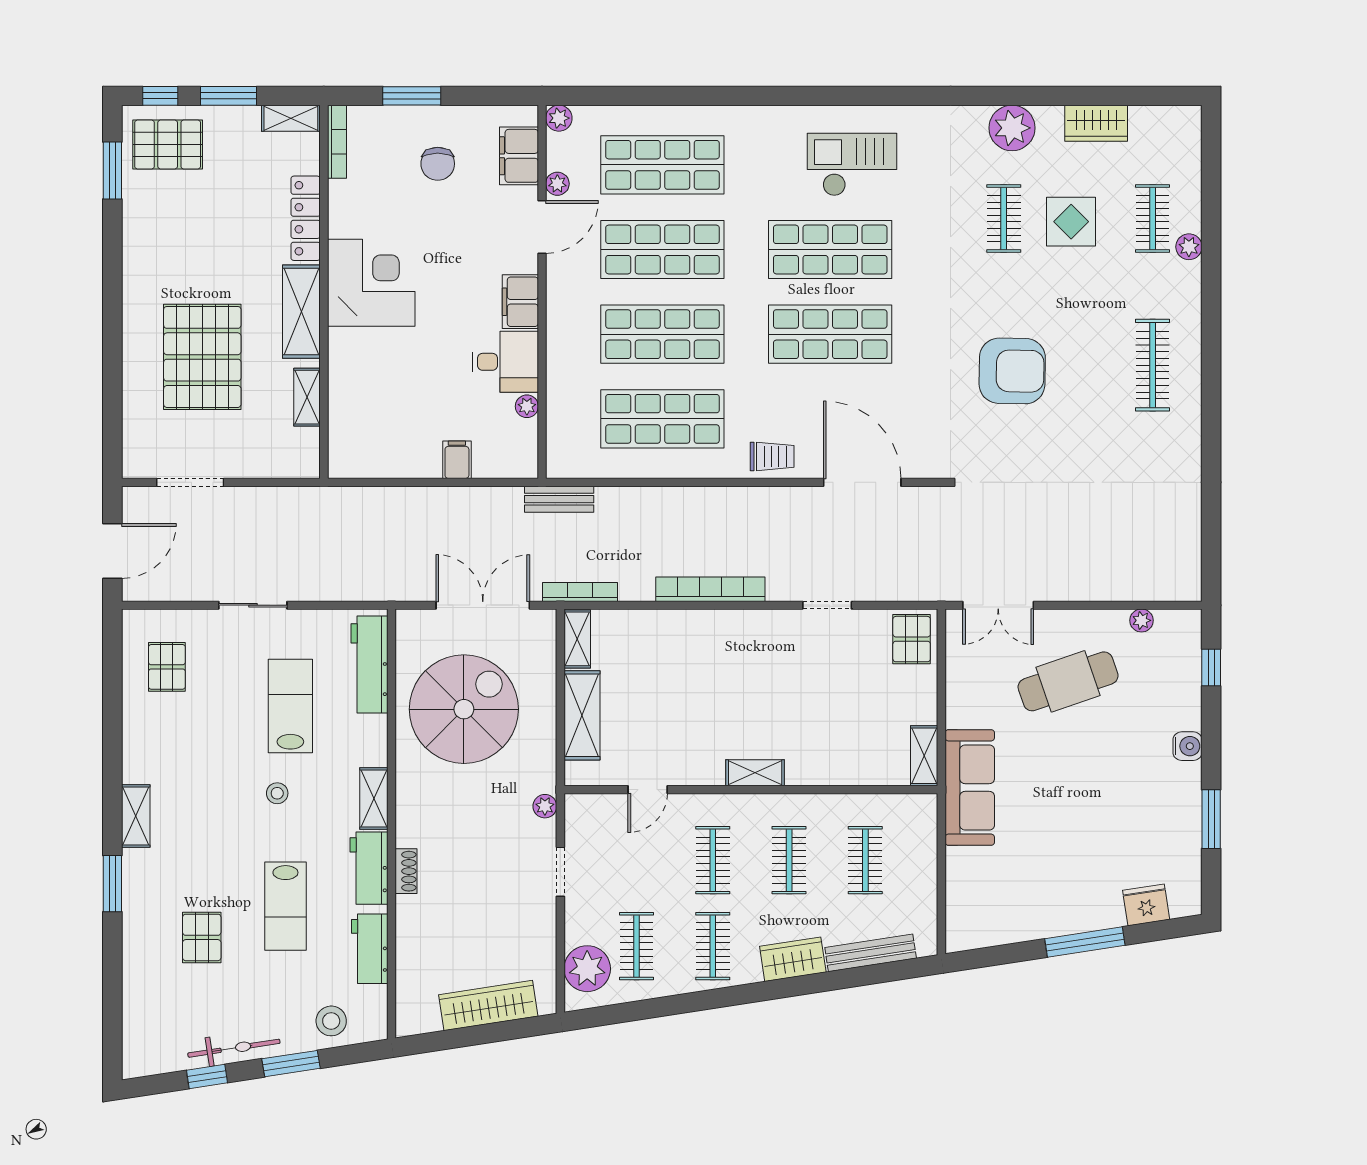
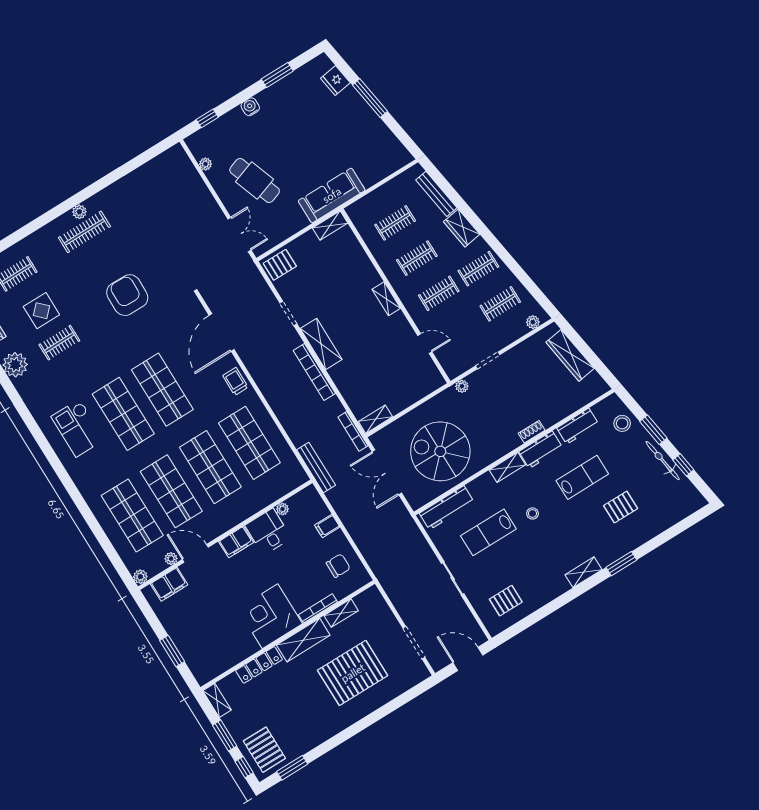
bookcase: (337, 142) -> (318, 608), moved
chair: (438, 164) -> (338, 566), moved
plant: (1189, 247) -> (79, 212), moved
bench: (559, 499) -> (316, 467), width x1.36
shelving: (582, 715) -> (321, 344), moved, turned 90
plant: (587, 969) -> (533, 322), width x0.53, depth x0.53

